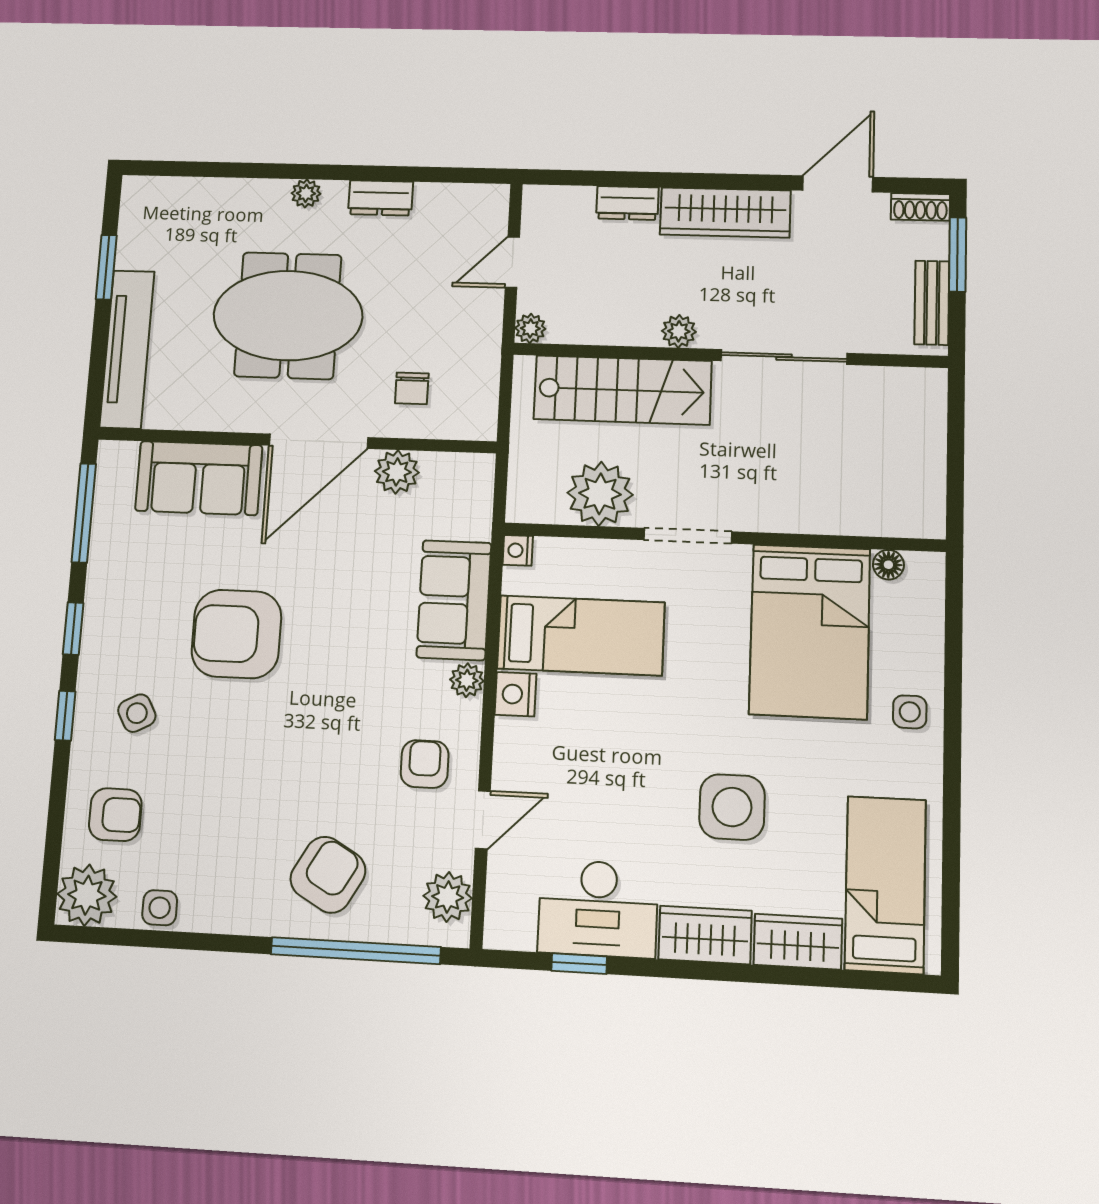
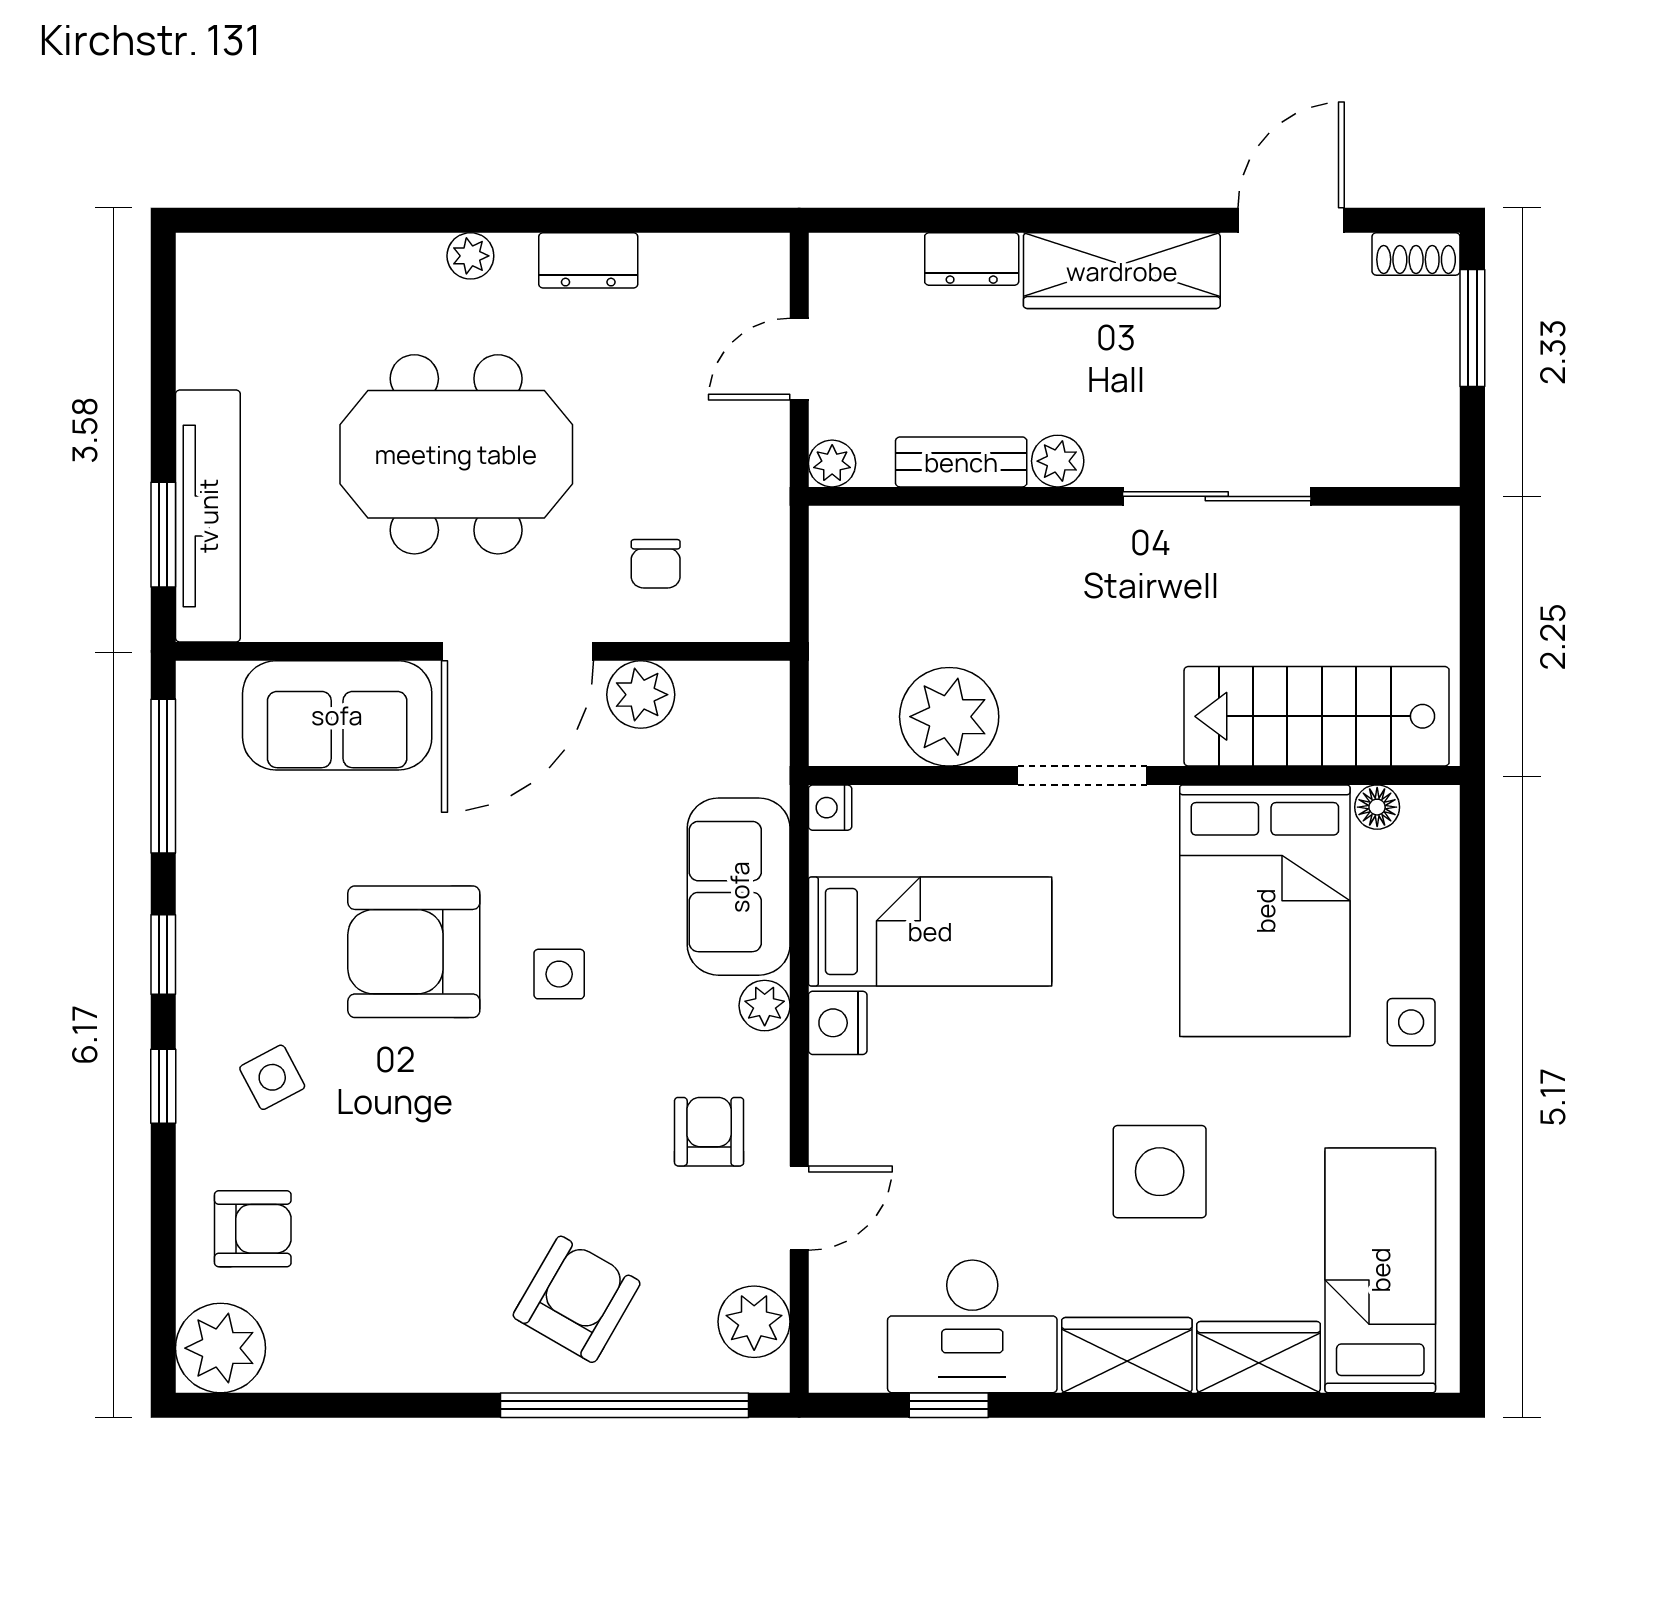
window: (106, 267) -> (163, 535), moved
bench: (932, 303) -> (961, 462), moved, turned 90
stairs: (623, 390) -> (1317, 716), moved, turned 180
side table: (160, 908) -> (559, 974), moved

